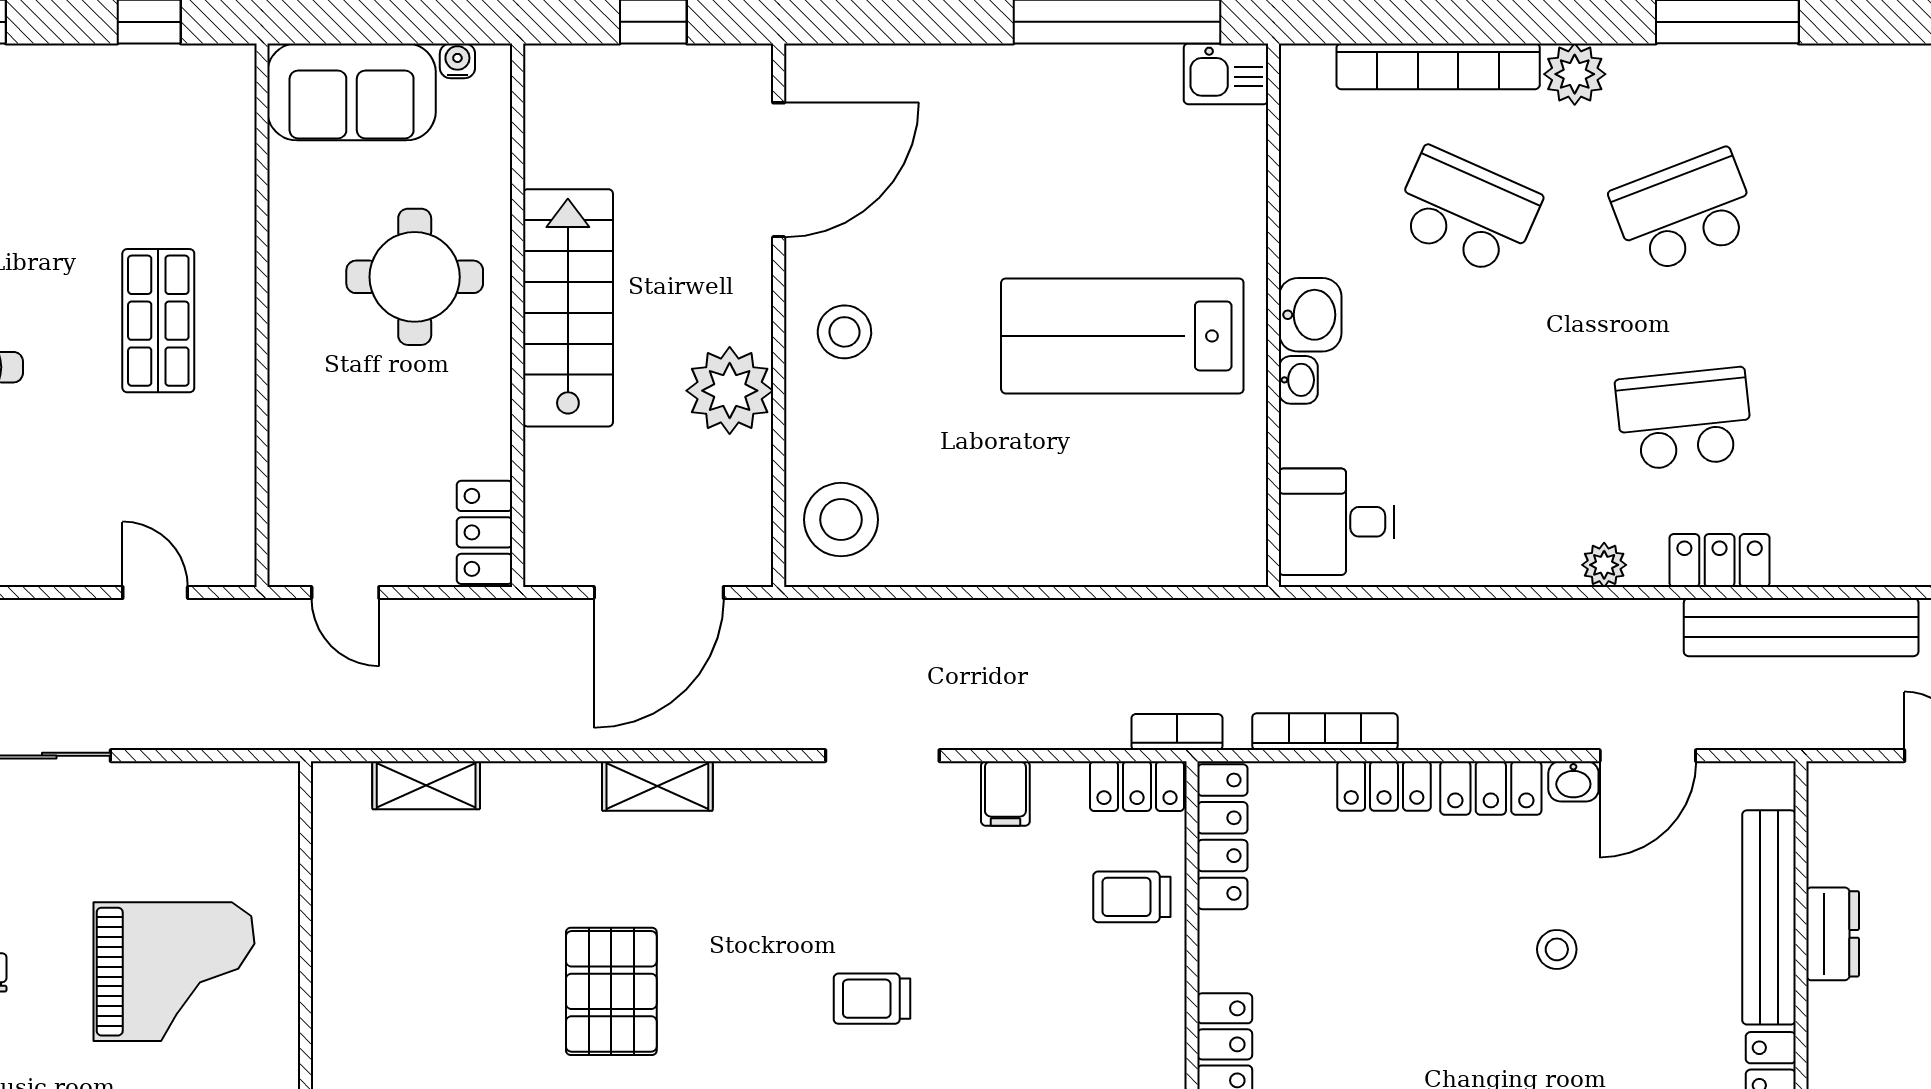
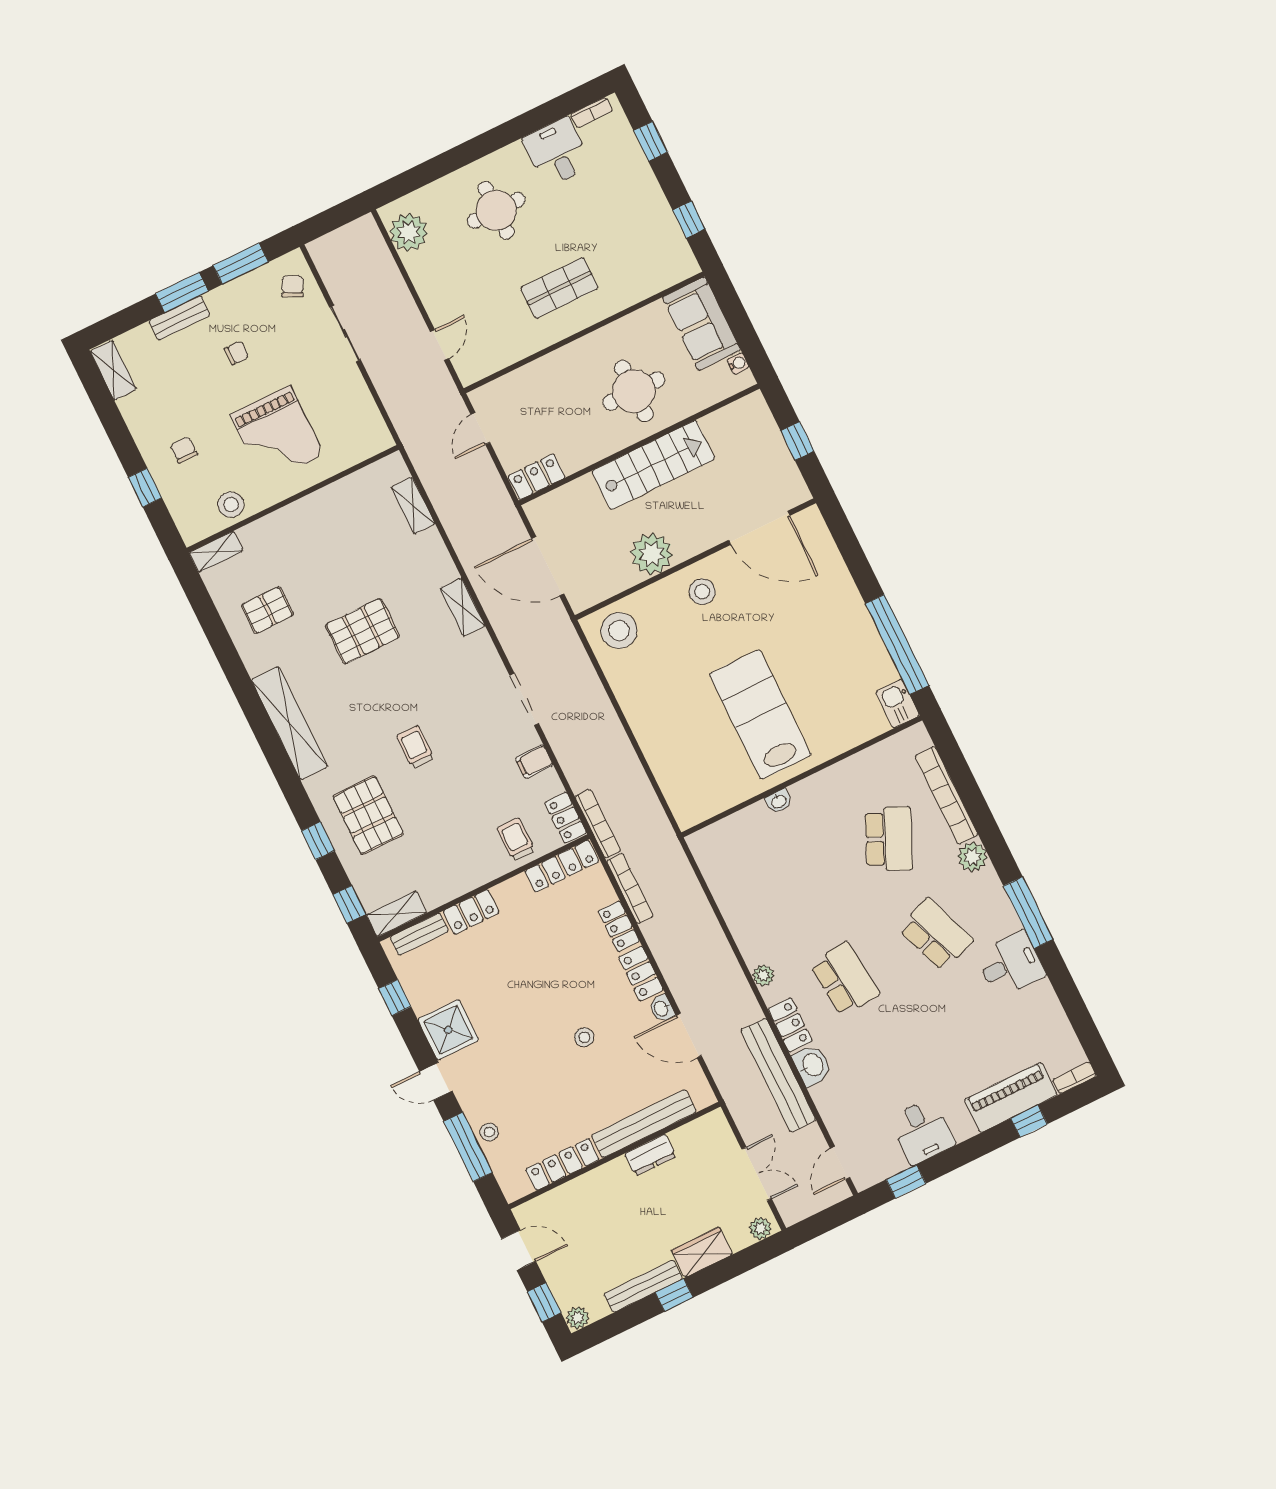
washbasin: (1310, 315) -> (812, 1065), moved, turned -90
desk: (1337, 522) -> (1011, 964), moved, turned 90
bookcase: (1177, 732) -> (598, 824), width x1.56

